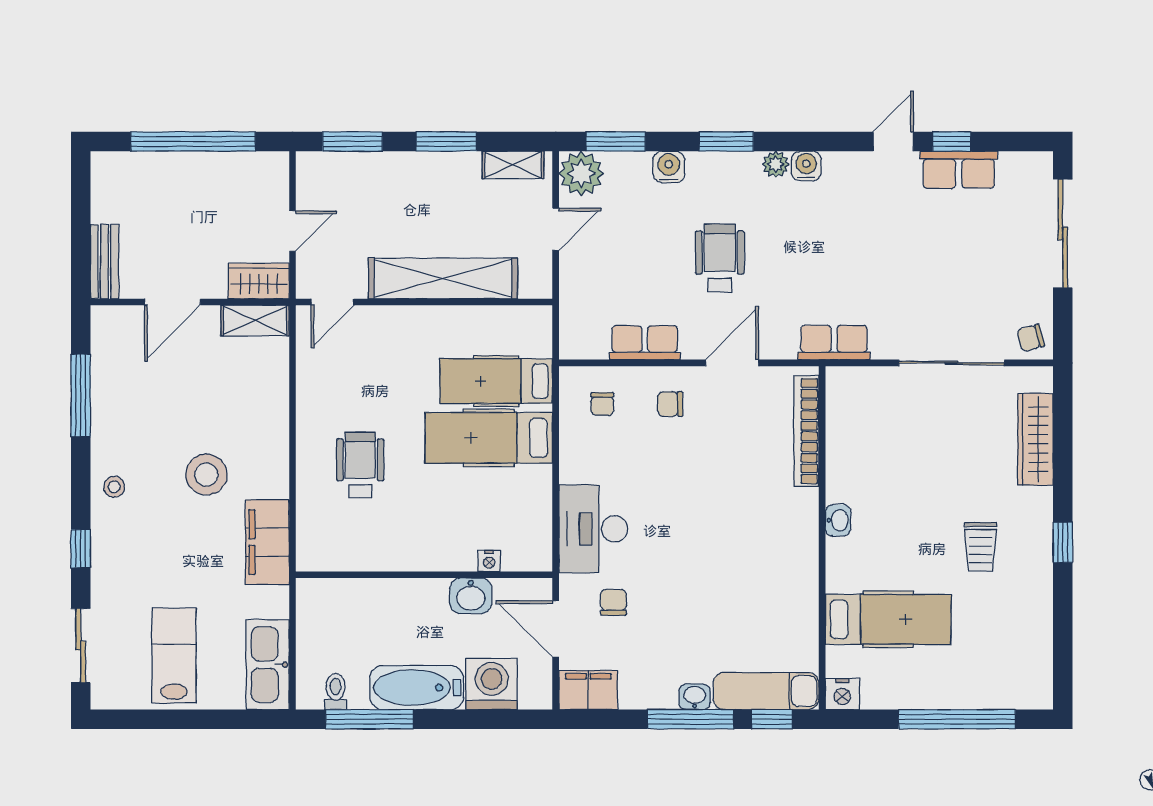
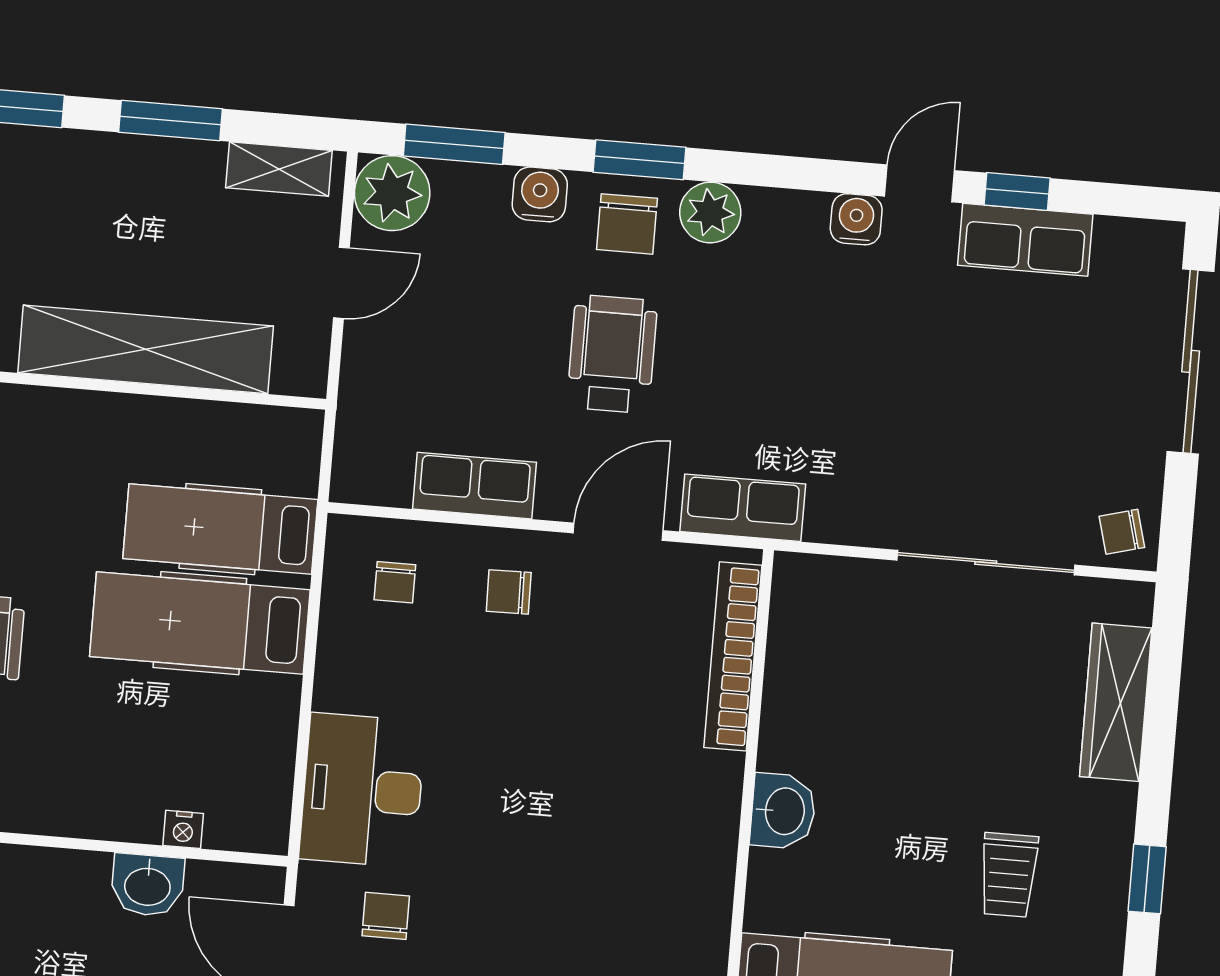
plant: (776, 164) -> (710, 213), width x1.38, depth x1.38
water cooler: (806, 166) -> (856, 219), moved
chair: (722, 180) -> (627, 224), added
row of seats: (834, 343) -> (743, 508), moved
washbasin: (838, 520) -> (783, 811), width x1.38, depth x1.45

